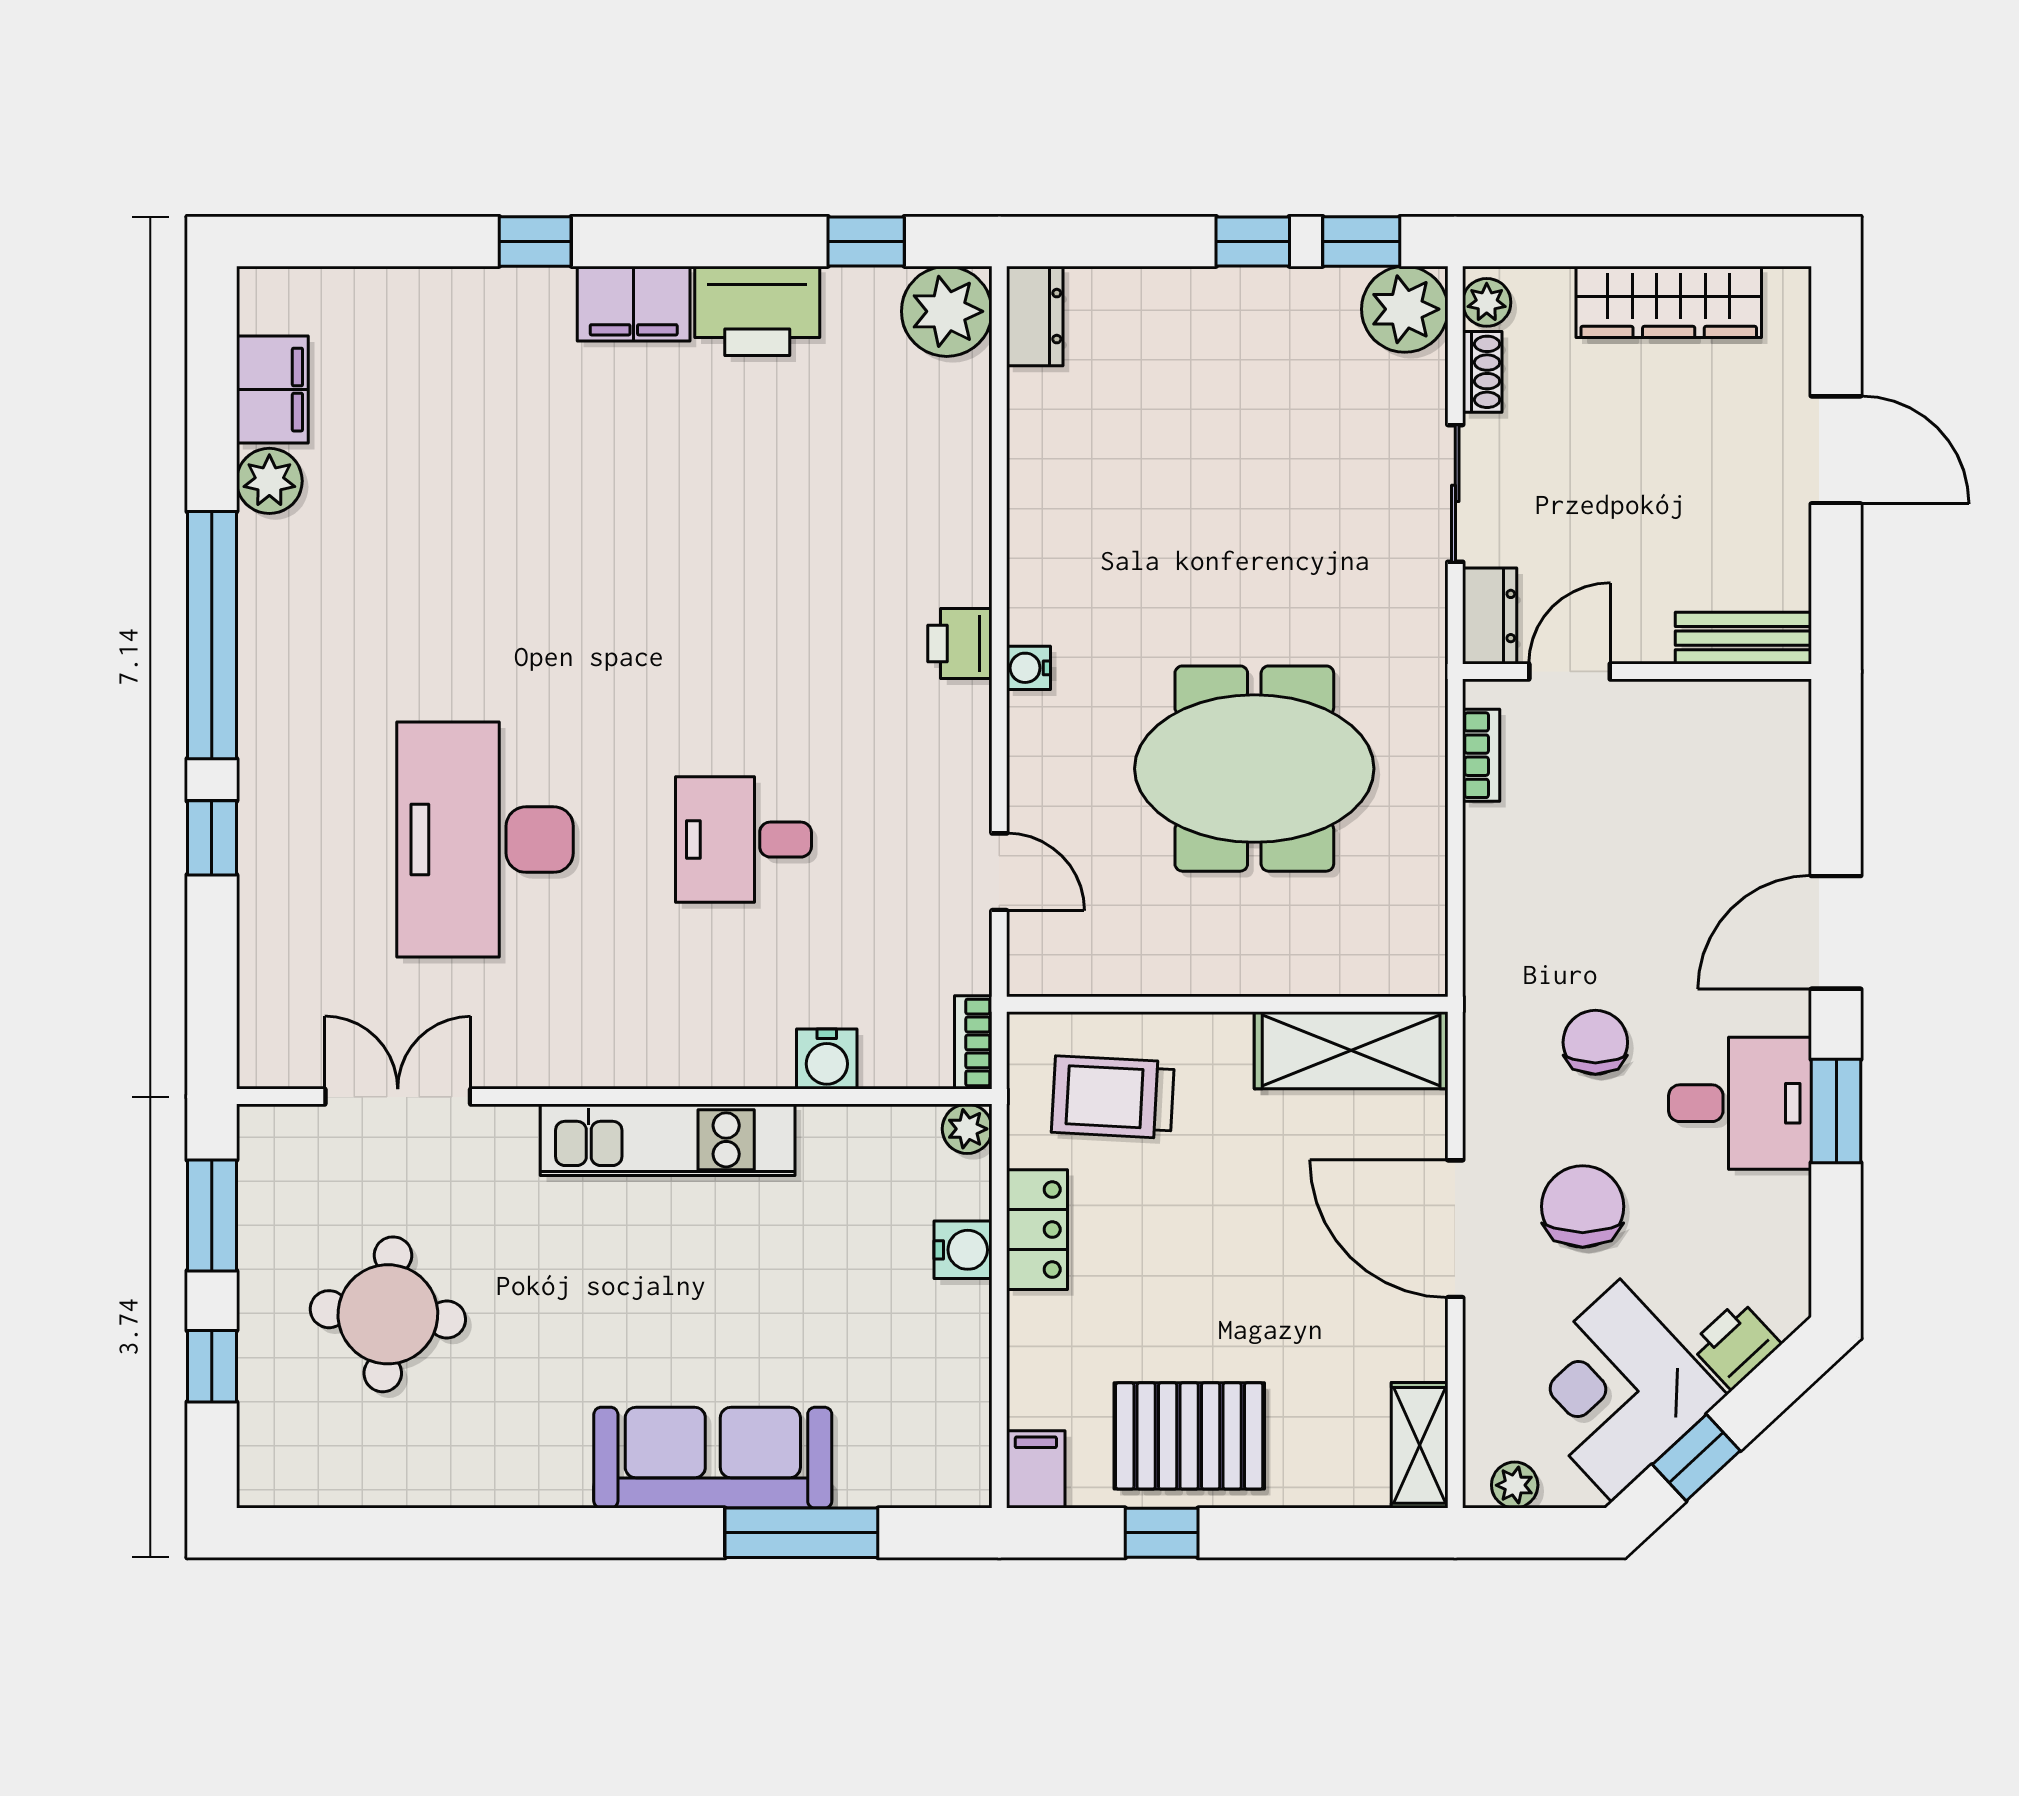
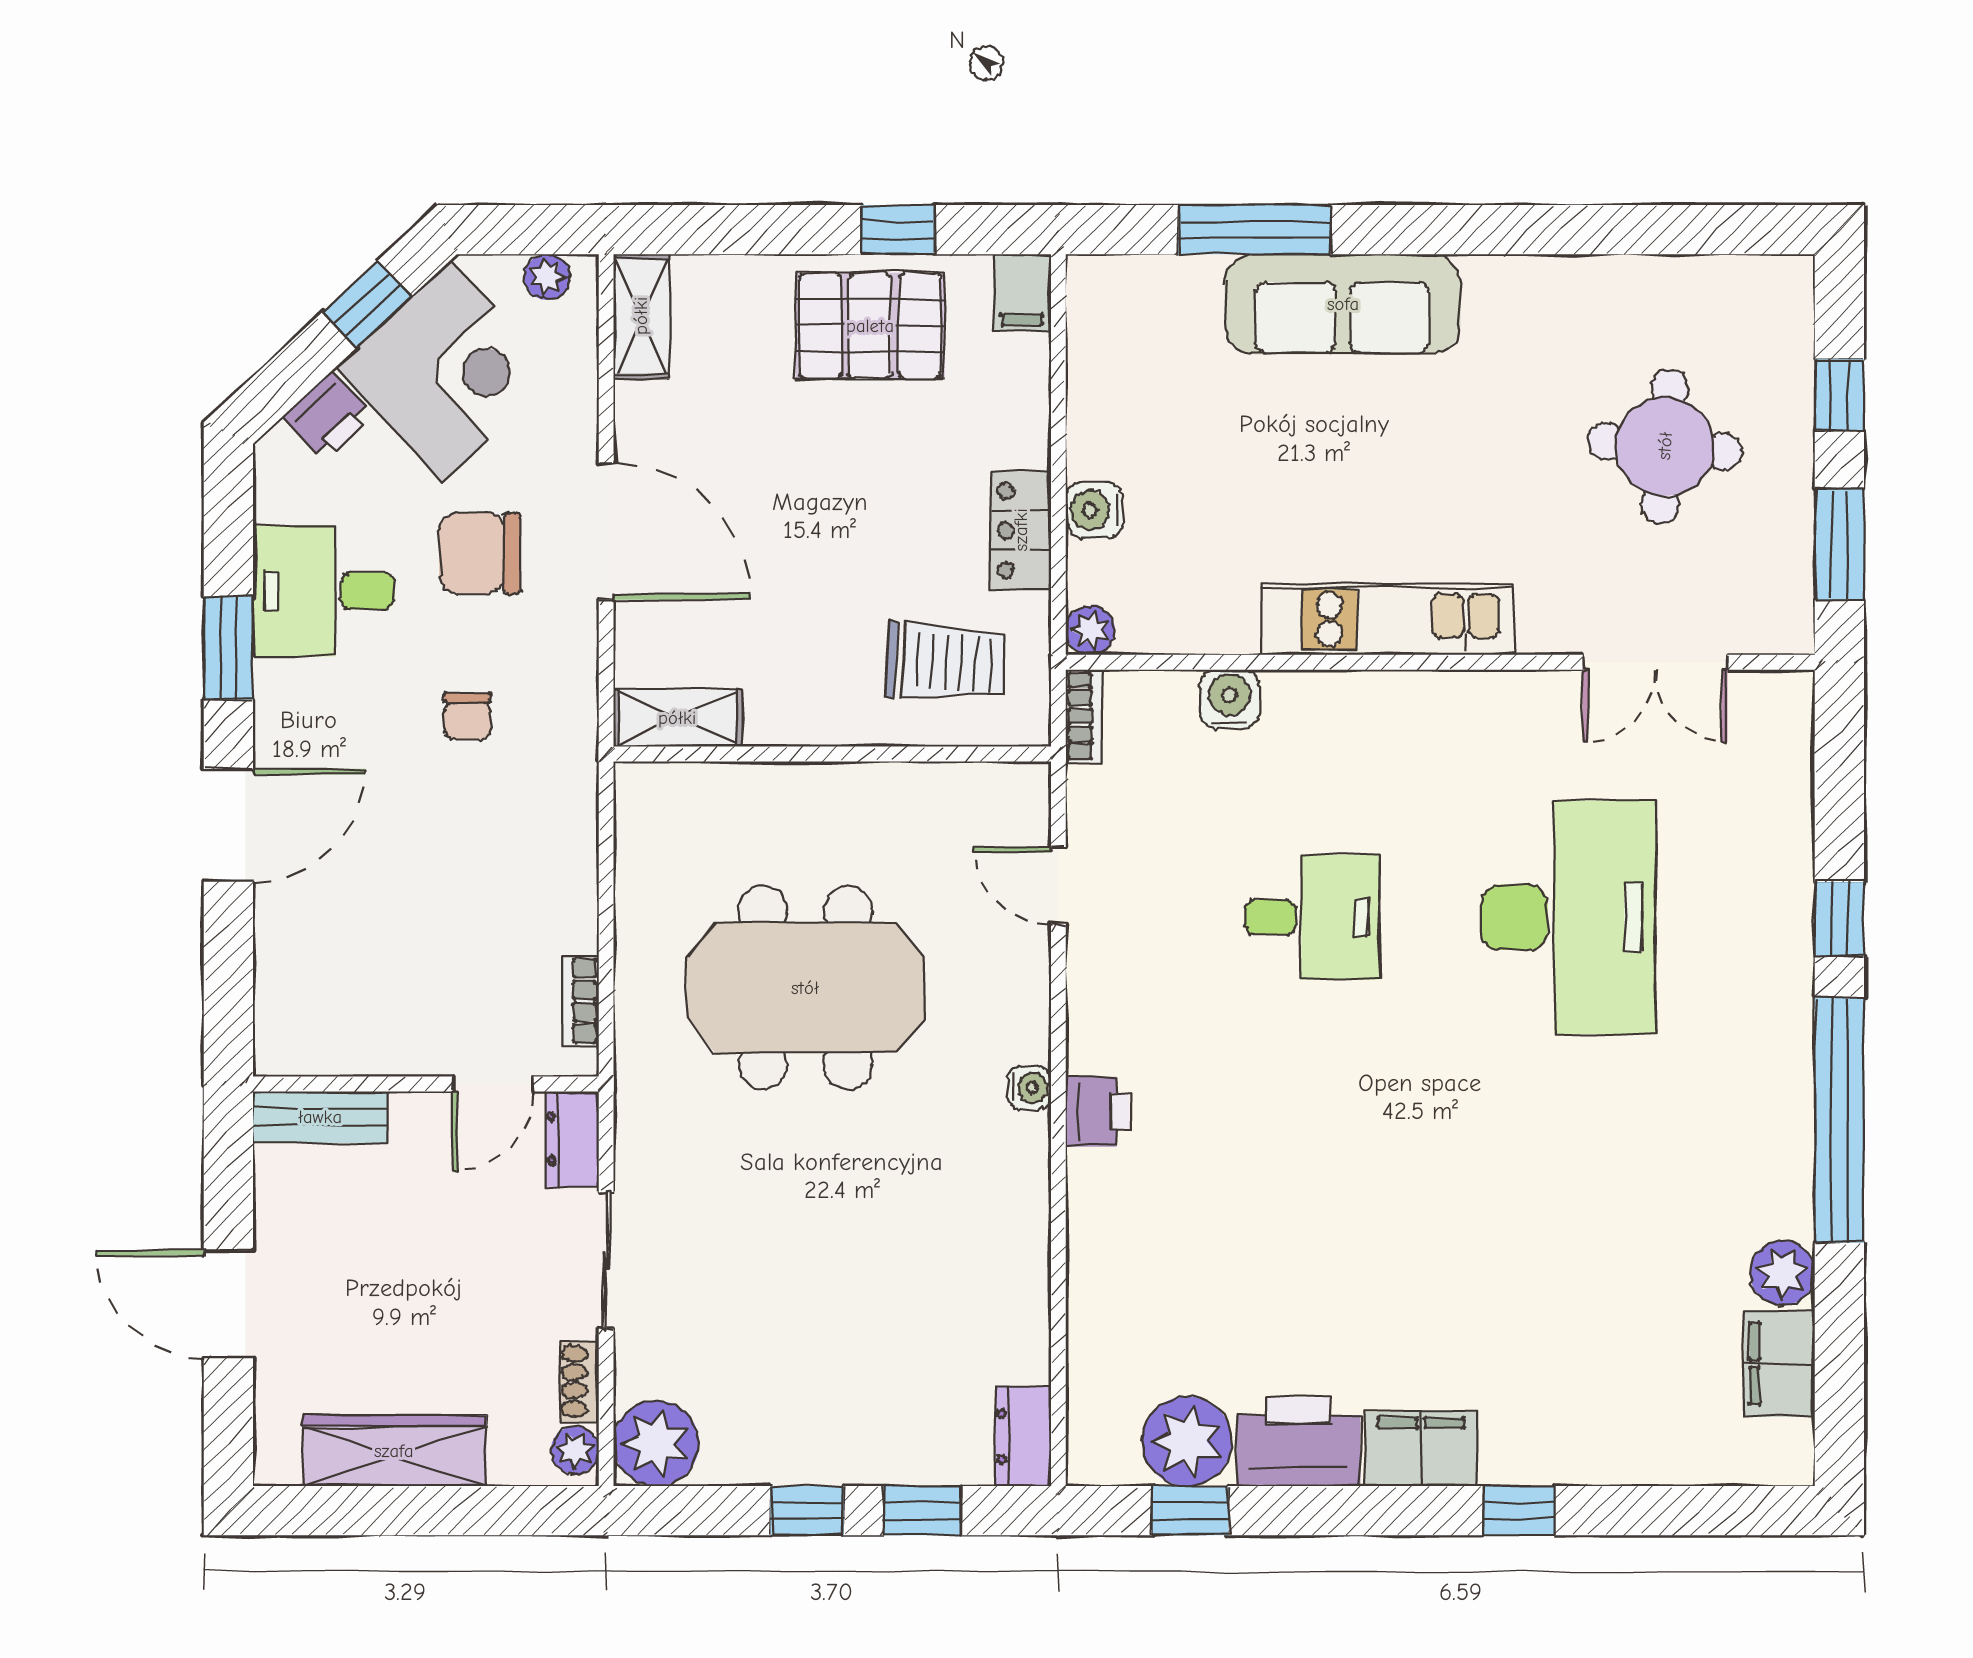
window: (1361, 241) -> (922, 1511), moved
plant: (947, 311) -> (1187, 1441), moved
chair: (1595, 1042) -> (467, 716), width x0.73, depth x0.73
shelving: (1351, 1050) -> (677, 718), width x0.67, depth x0.75
desk: (1740, 1103) -> (324, 591), moved
chair: (1583, 1206) -> (480, 553), turned 90

